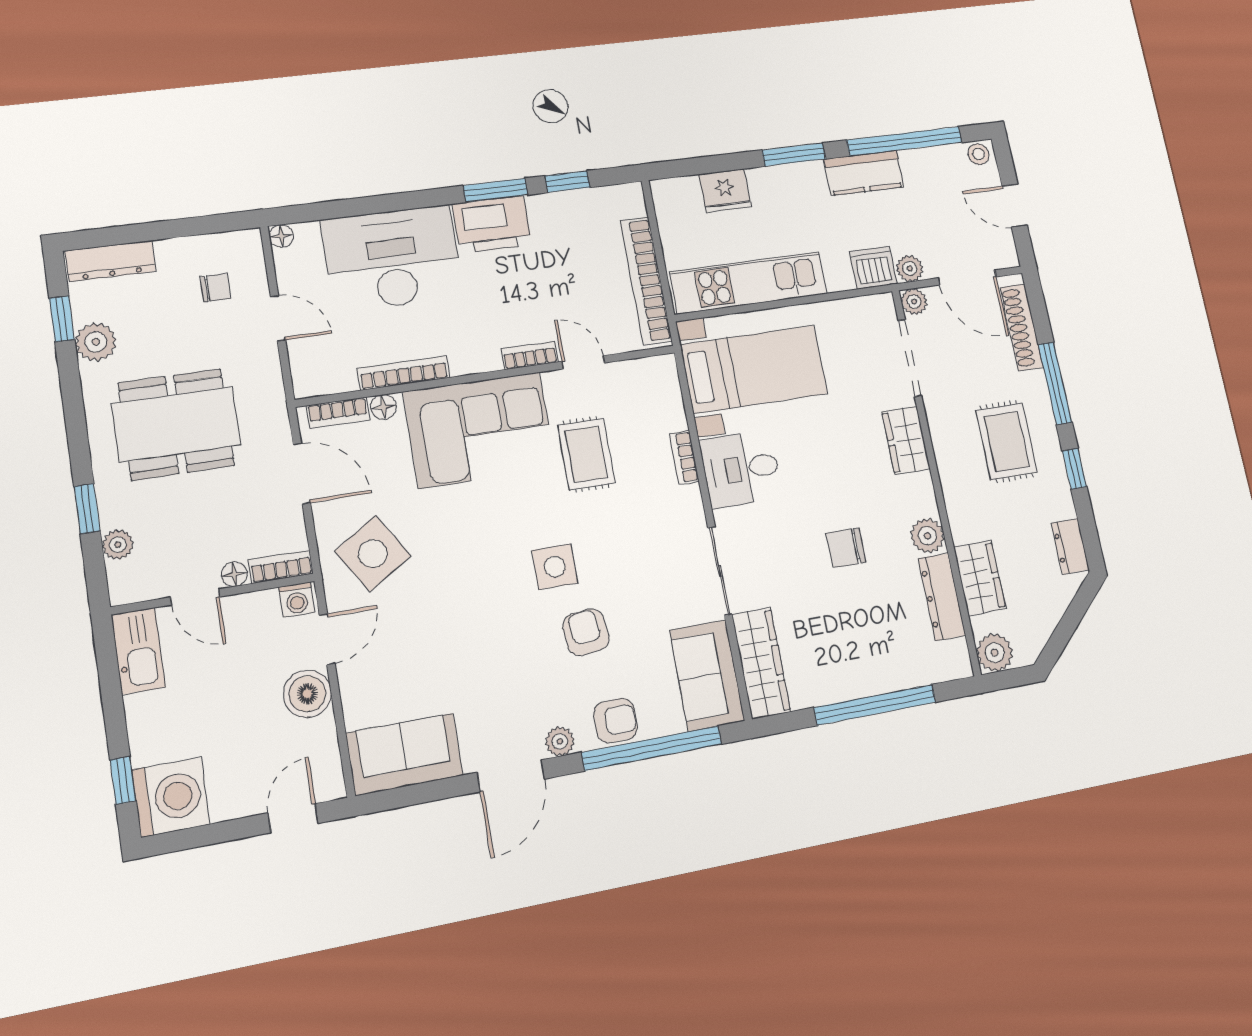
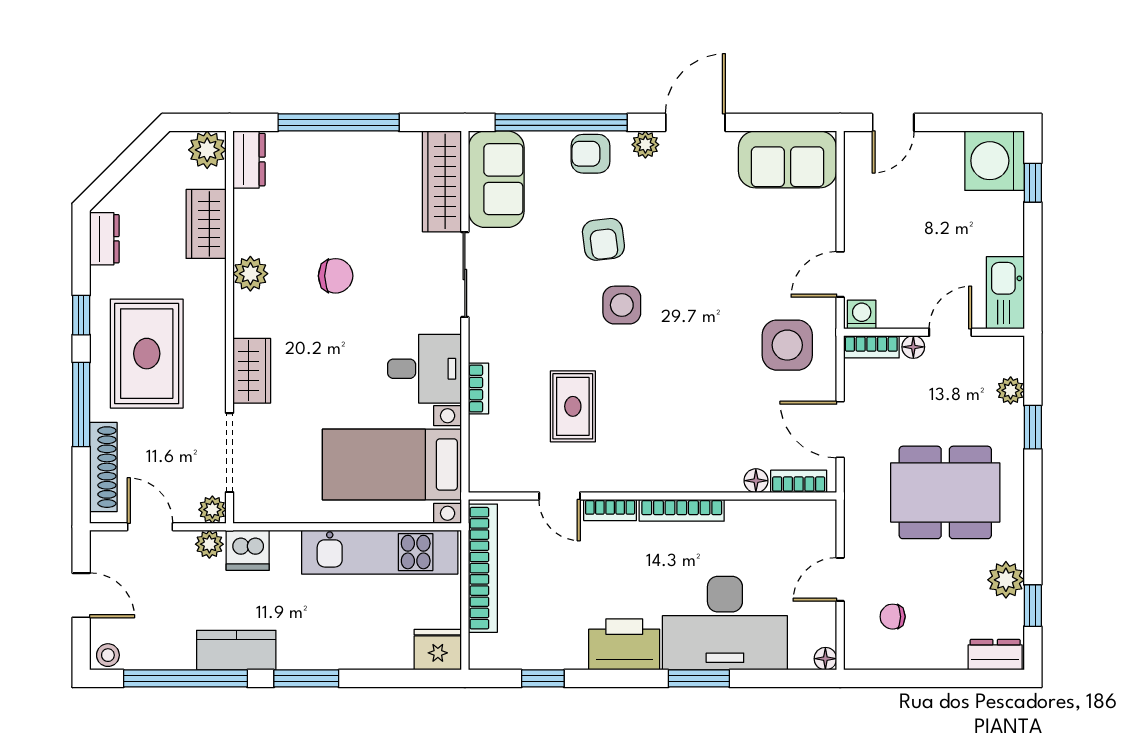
window: (496, 190) -> (699, 678), moved
fridge: (725, 191) -> (438, 650), moved
dresser: (110, 261) -> (995, 655), width x0.70
door: (967, 277) -> (150, 527), width x0.73
door: (278, 318) -> (840, 579), hinge flipped
bookcase: (404, 373) -> (682, 510), moved
corner sofa: (479, 430) -> (670, 445), removed
rug: (1007, 441) -> (147, 354), width x1.36, depth x1.43
side table: (373, 554) -> (787, 345), turned 32
door: (195, 597) -> (950, 332), hinge flipped
dresser: (942, 597) -> (249, 160), moved, width x0.70
boiler: (307, 694) -> (865, 229), removed

